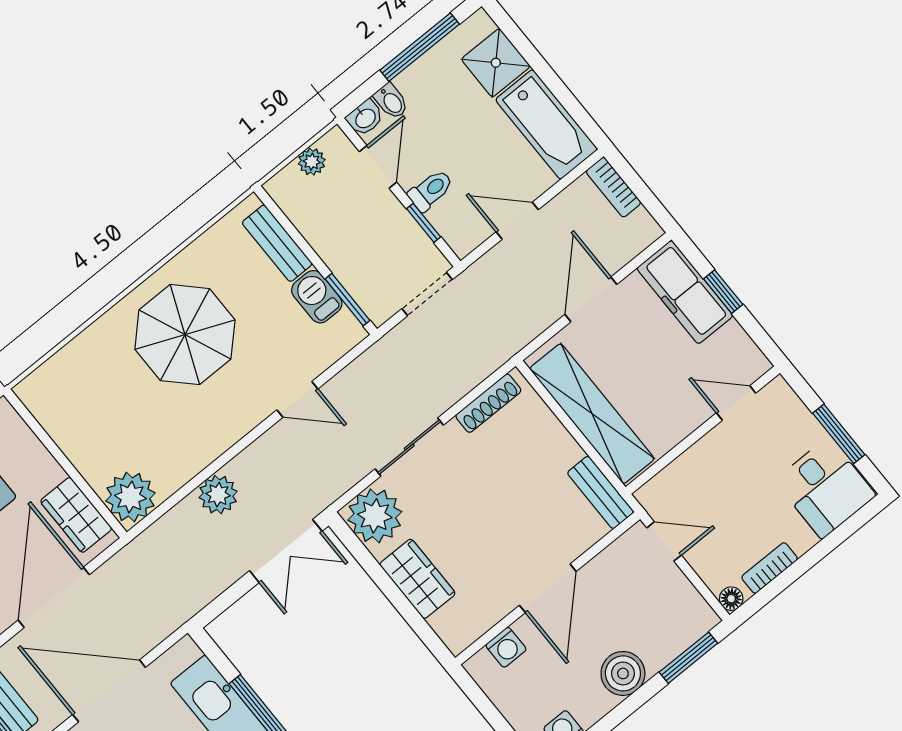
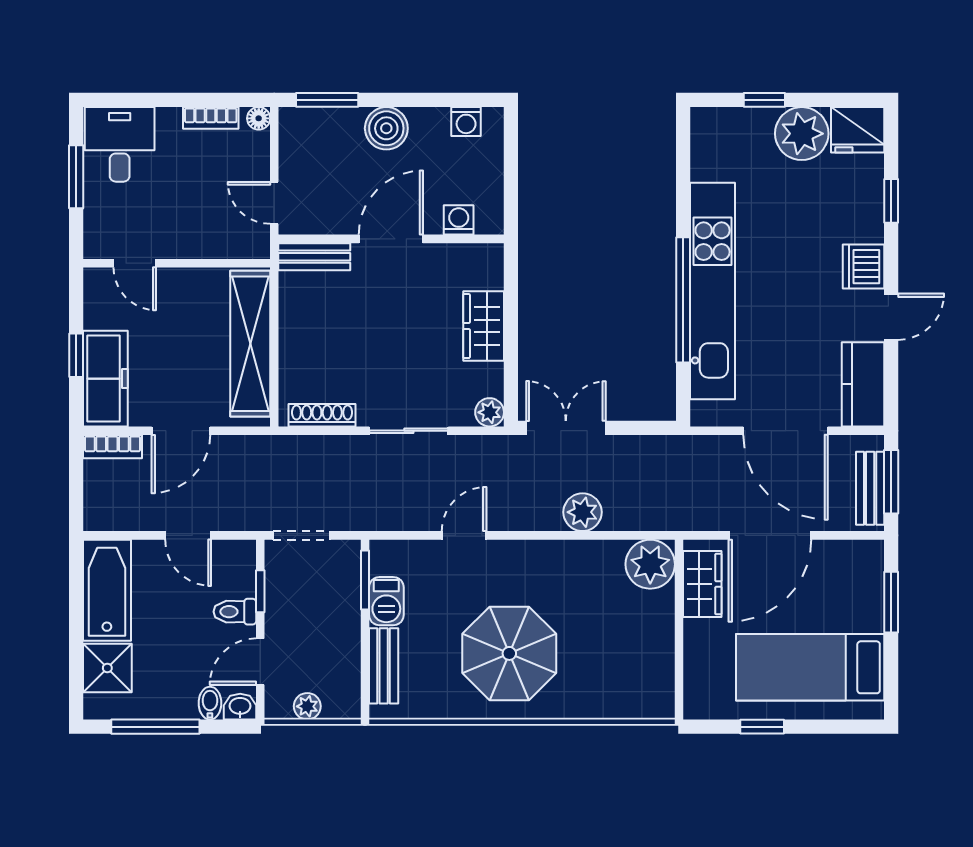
bookcase: (613, 187) -> (113, 447), moved, turned 90
door: (297, 399) -> (464, 535), hinge flipped
bench: (601, 492) -> (314, 257), moved, turned 90
plant: (375, 516) -> (490, 412), width x0.53, depth x0.53

